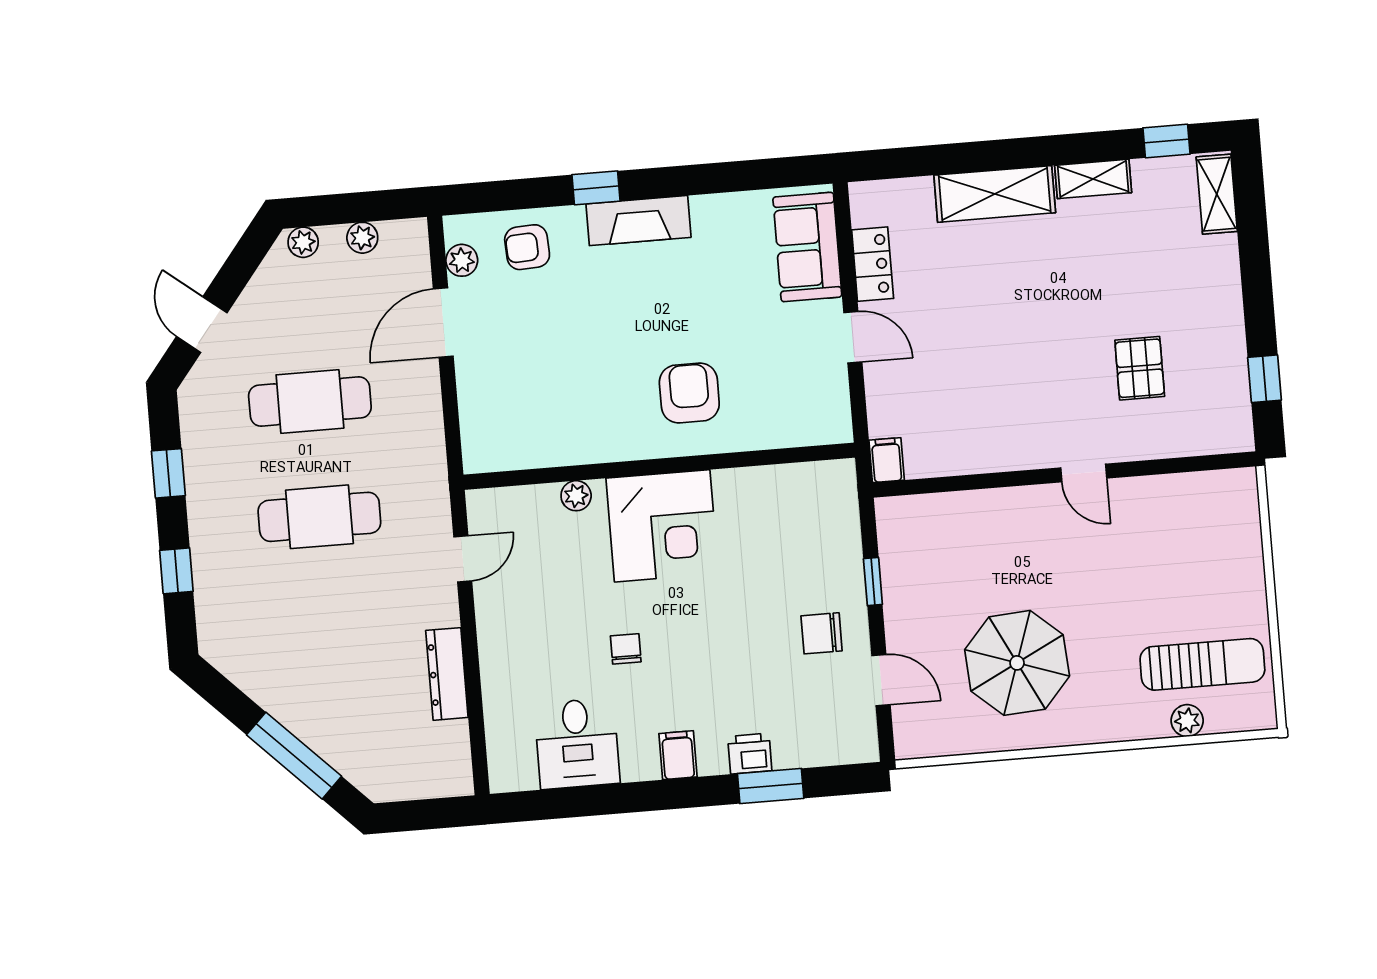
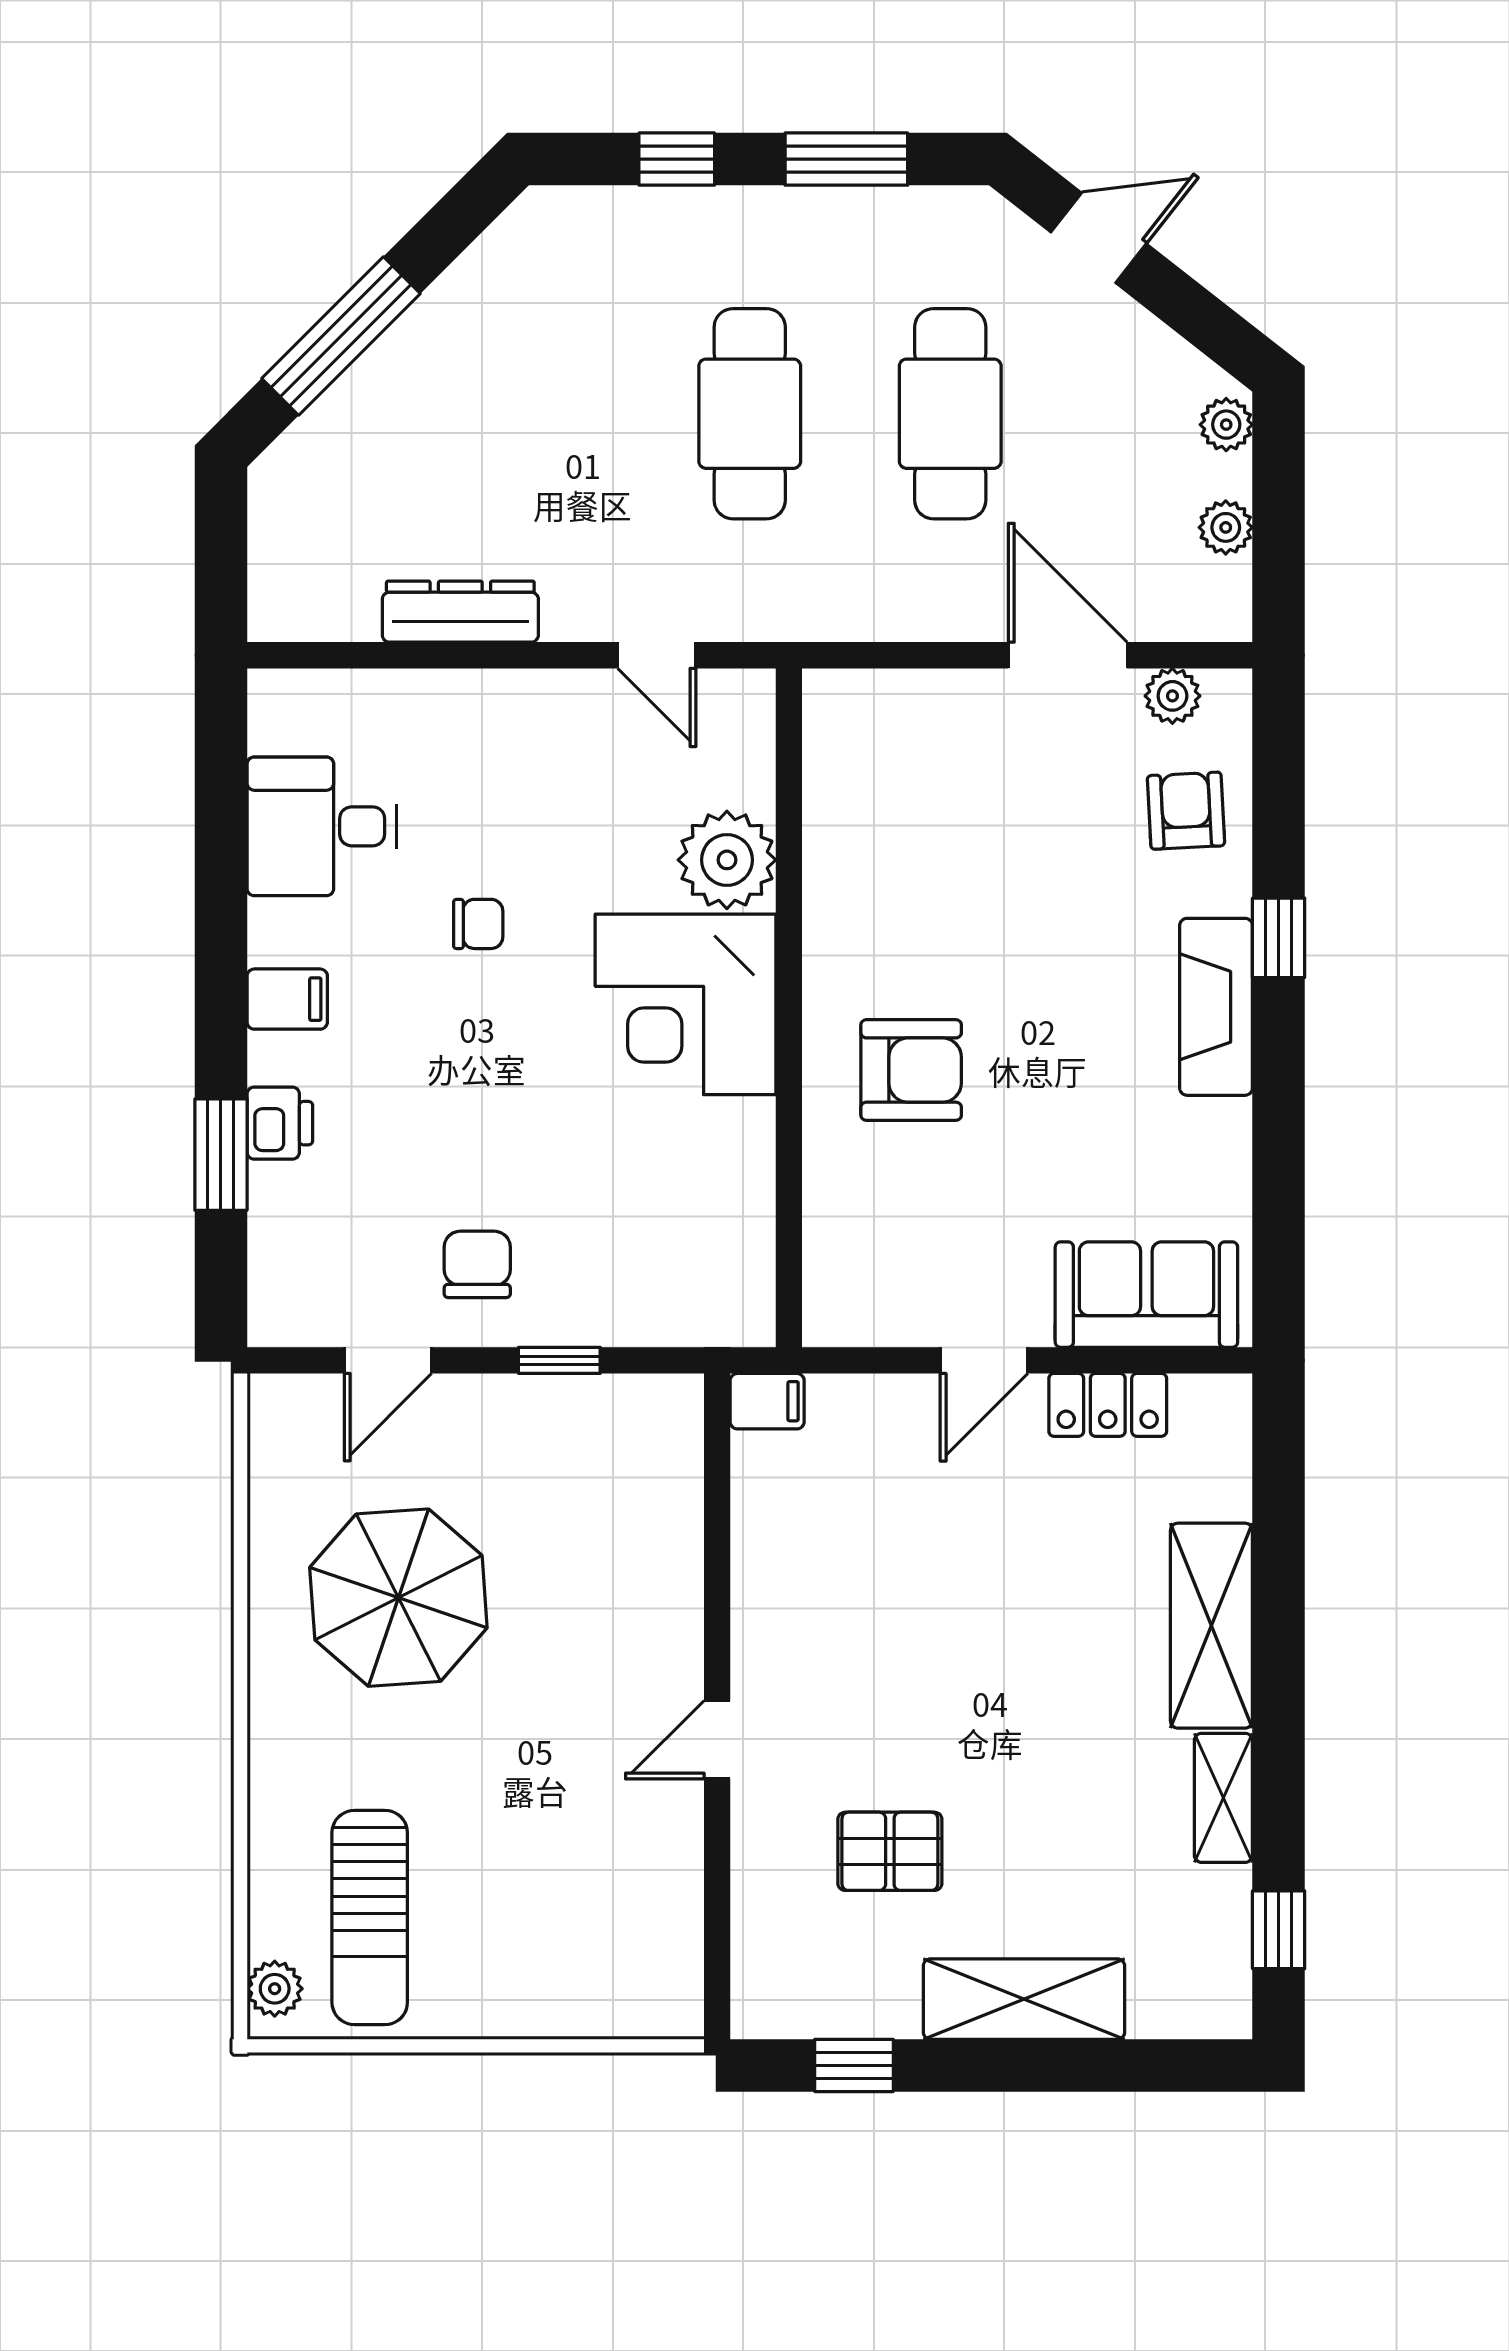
shelving: (1217, 194) -> (1024, 1999), moved, width x1.50, depth x1.33
window: (168, 473) -> (846, 159), width x1.50
plant: (576, 496) -> (727, 860), width x1.88, depth x1.88
plant: (1187, 721) -> (275, 1989), moved

